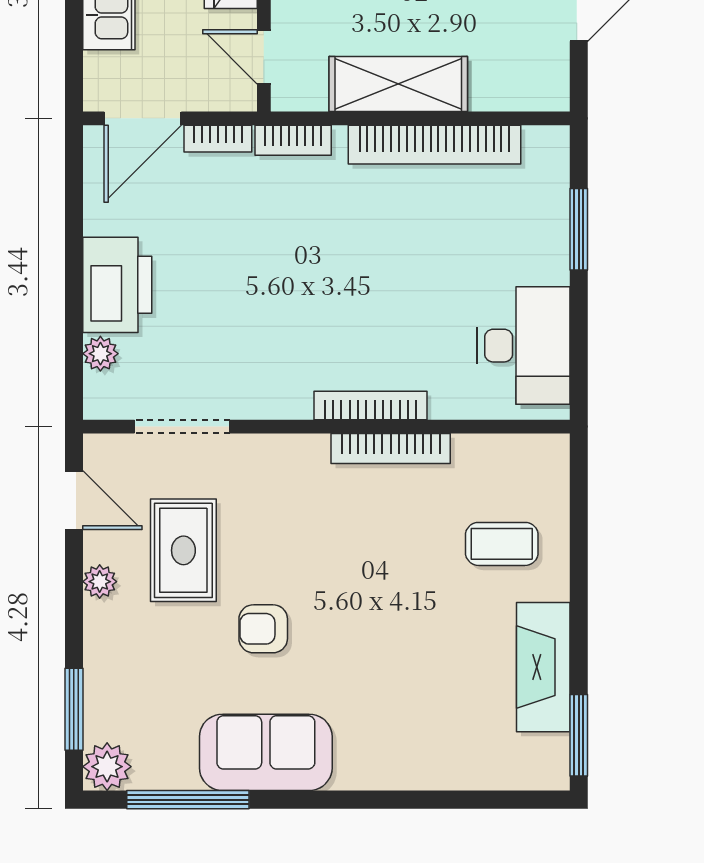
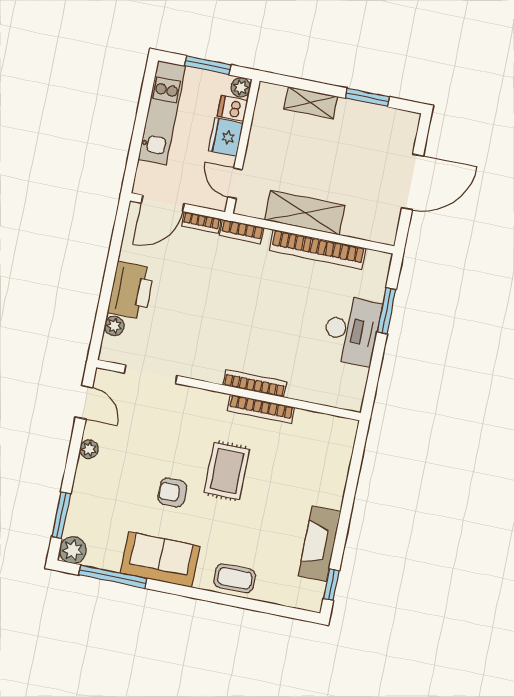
desk: (524, 346) -> (352, 331), moved
coffee table: (502, 544) -> (235, 578), moved
rug: (183, 550) -> (227, 471), moved
window: (579, 735) -> (331, 585), width x0.67

